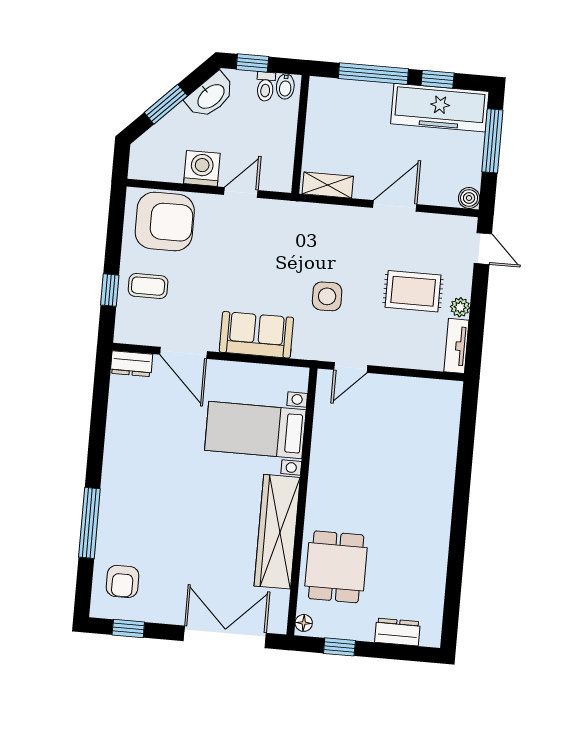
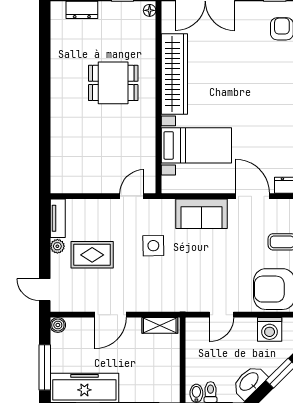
washing machine: (202, 168) -> (270, 329), moved
dining table: (336, 567) -> (113, 83), moved, turned 90

